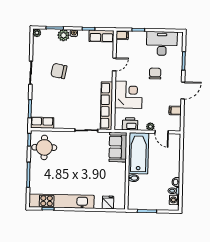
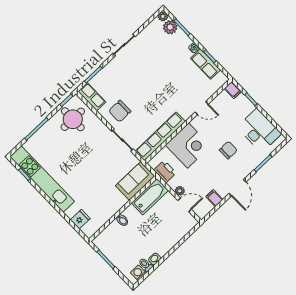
plant: (64, 35) -> (170, 27), moved
row of seats: (101, 36) -> (206, 64), moved
chair: (59, 71) -> (120, 111), moved, turned -101
door: (183, 90) -> (238, 188), hinge flipped
door: (162, 132) -> (185, 205), swing flipped
bathtub: (138, 153) -> (150, 197), width x0.73, depth x0.73

